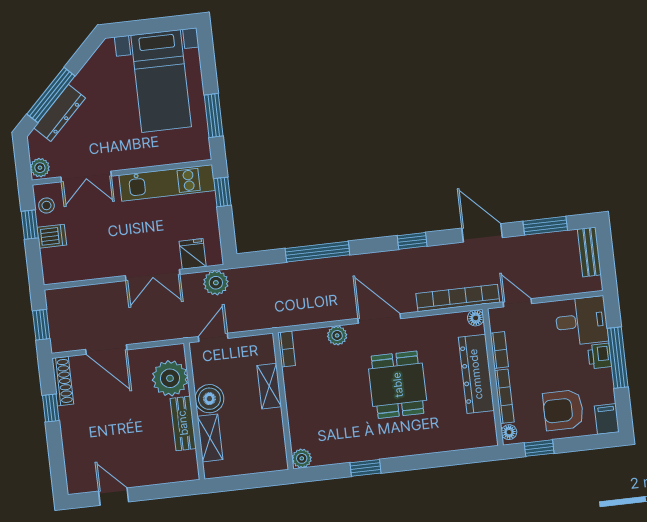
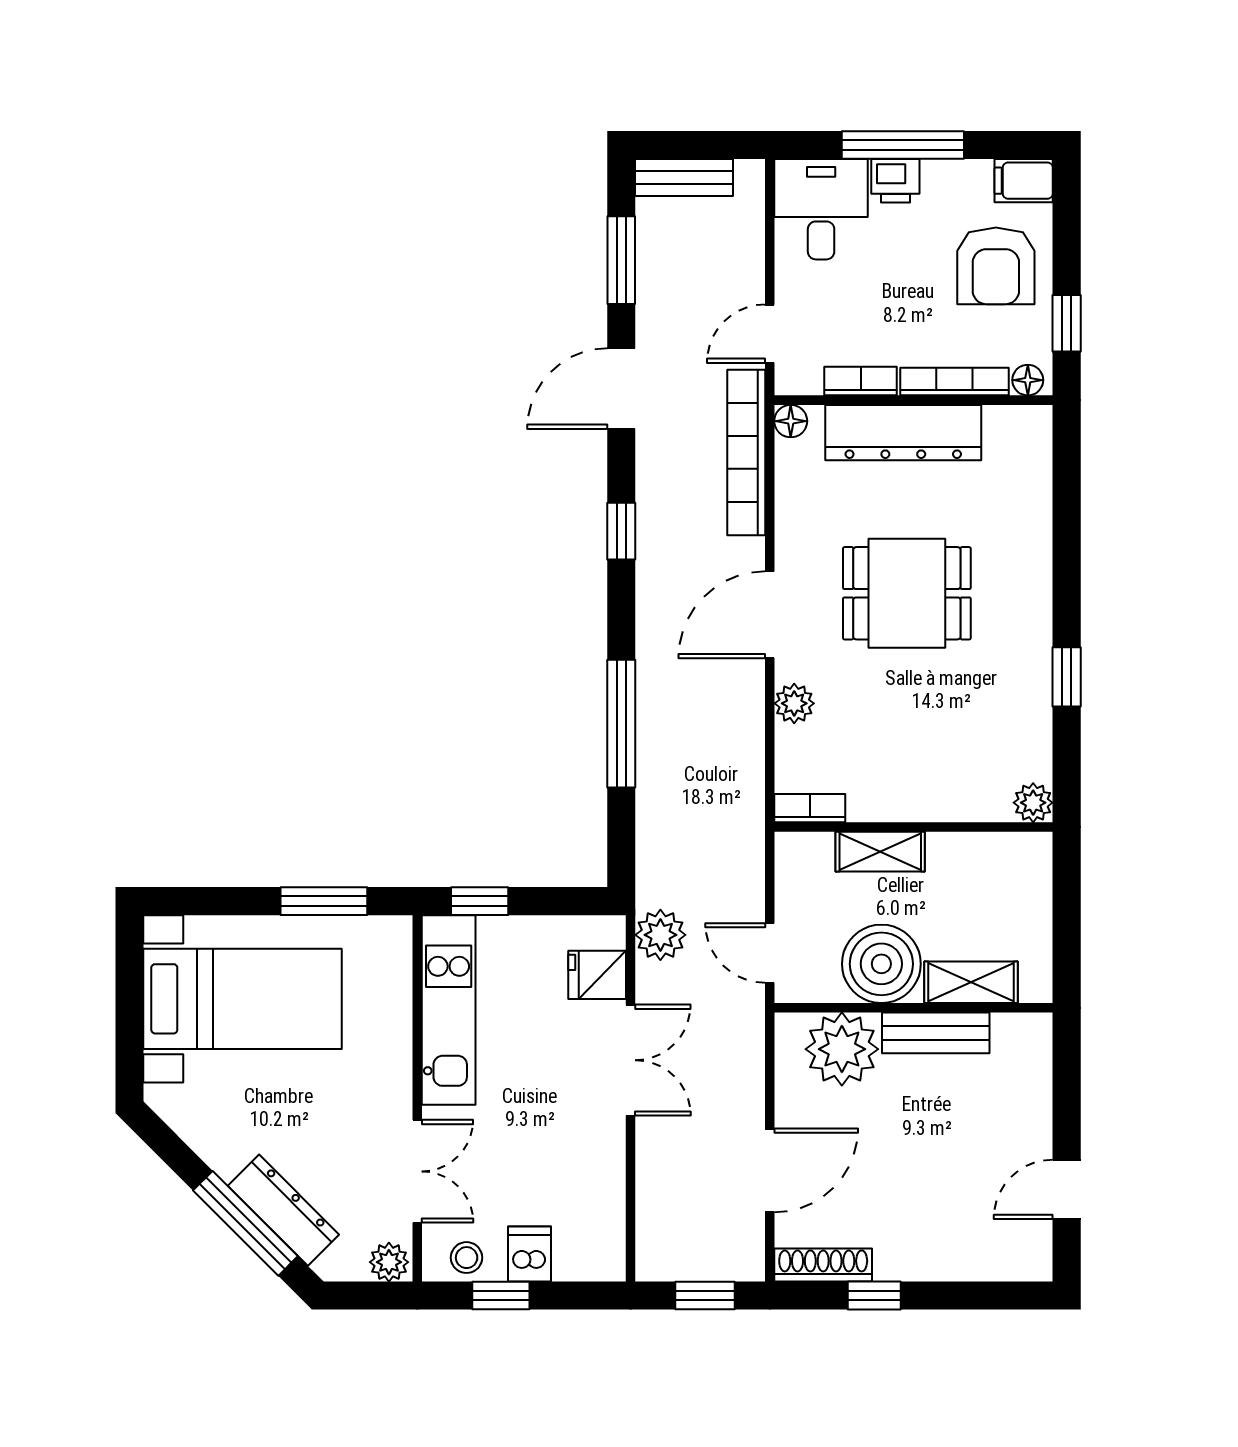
boiler: (209, 399) -> (881, 964), width x1.37, depth x1.37

